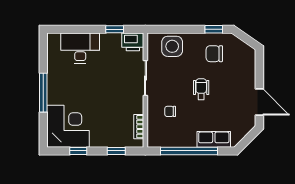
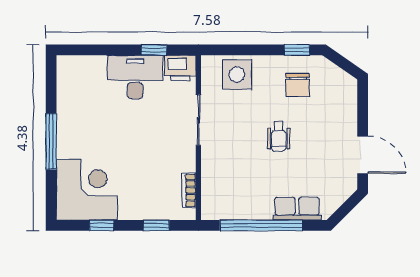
desk: (80, 48) -> (135, 77), moved
chair: (214, 54) -> (298, 85), turned -90
wheelchair: (201, 89) -> (279, 136), turned 180
chair: (170, 111) -> (234, 168), removed

